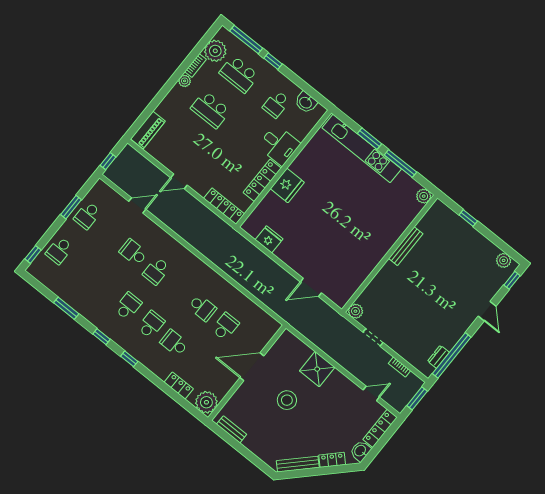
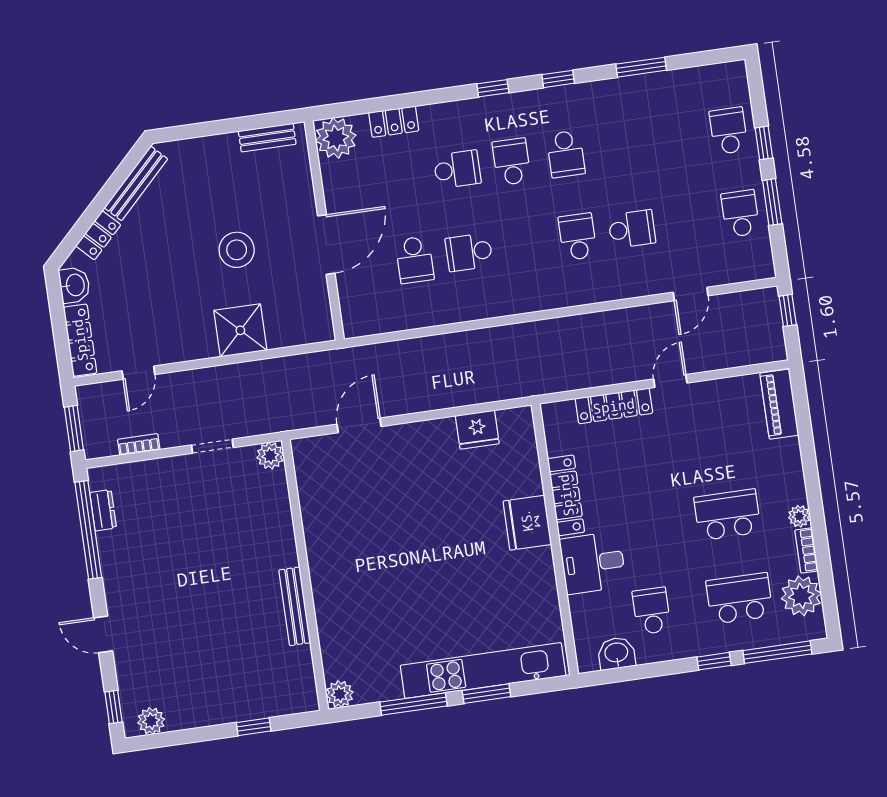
locker: (224, 206) -> (614, 406), moved
window: (33, 254) -> (764, 143), moved
school desk: (151, 324) -> (511, 162), turned 180

